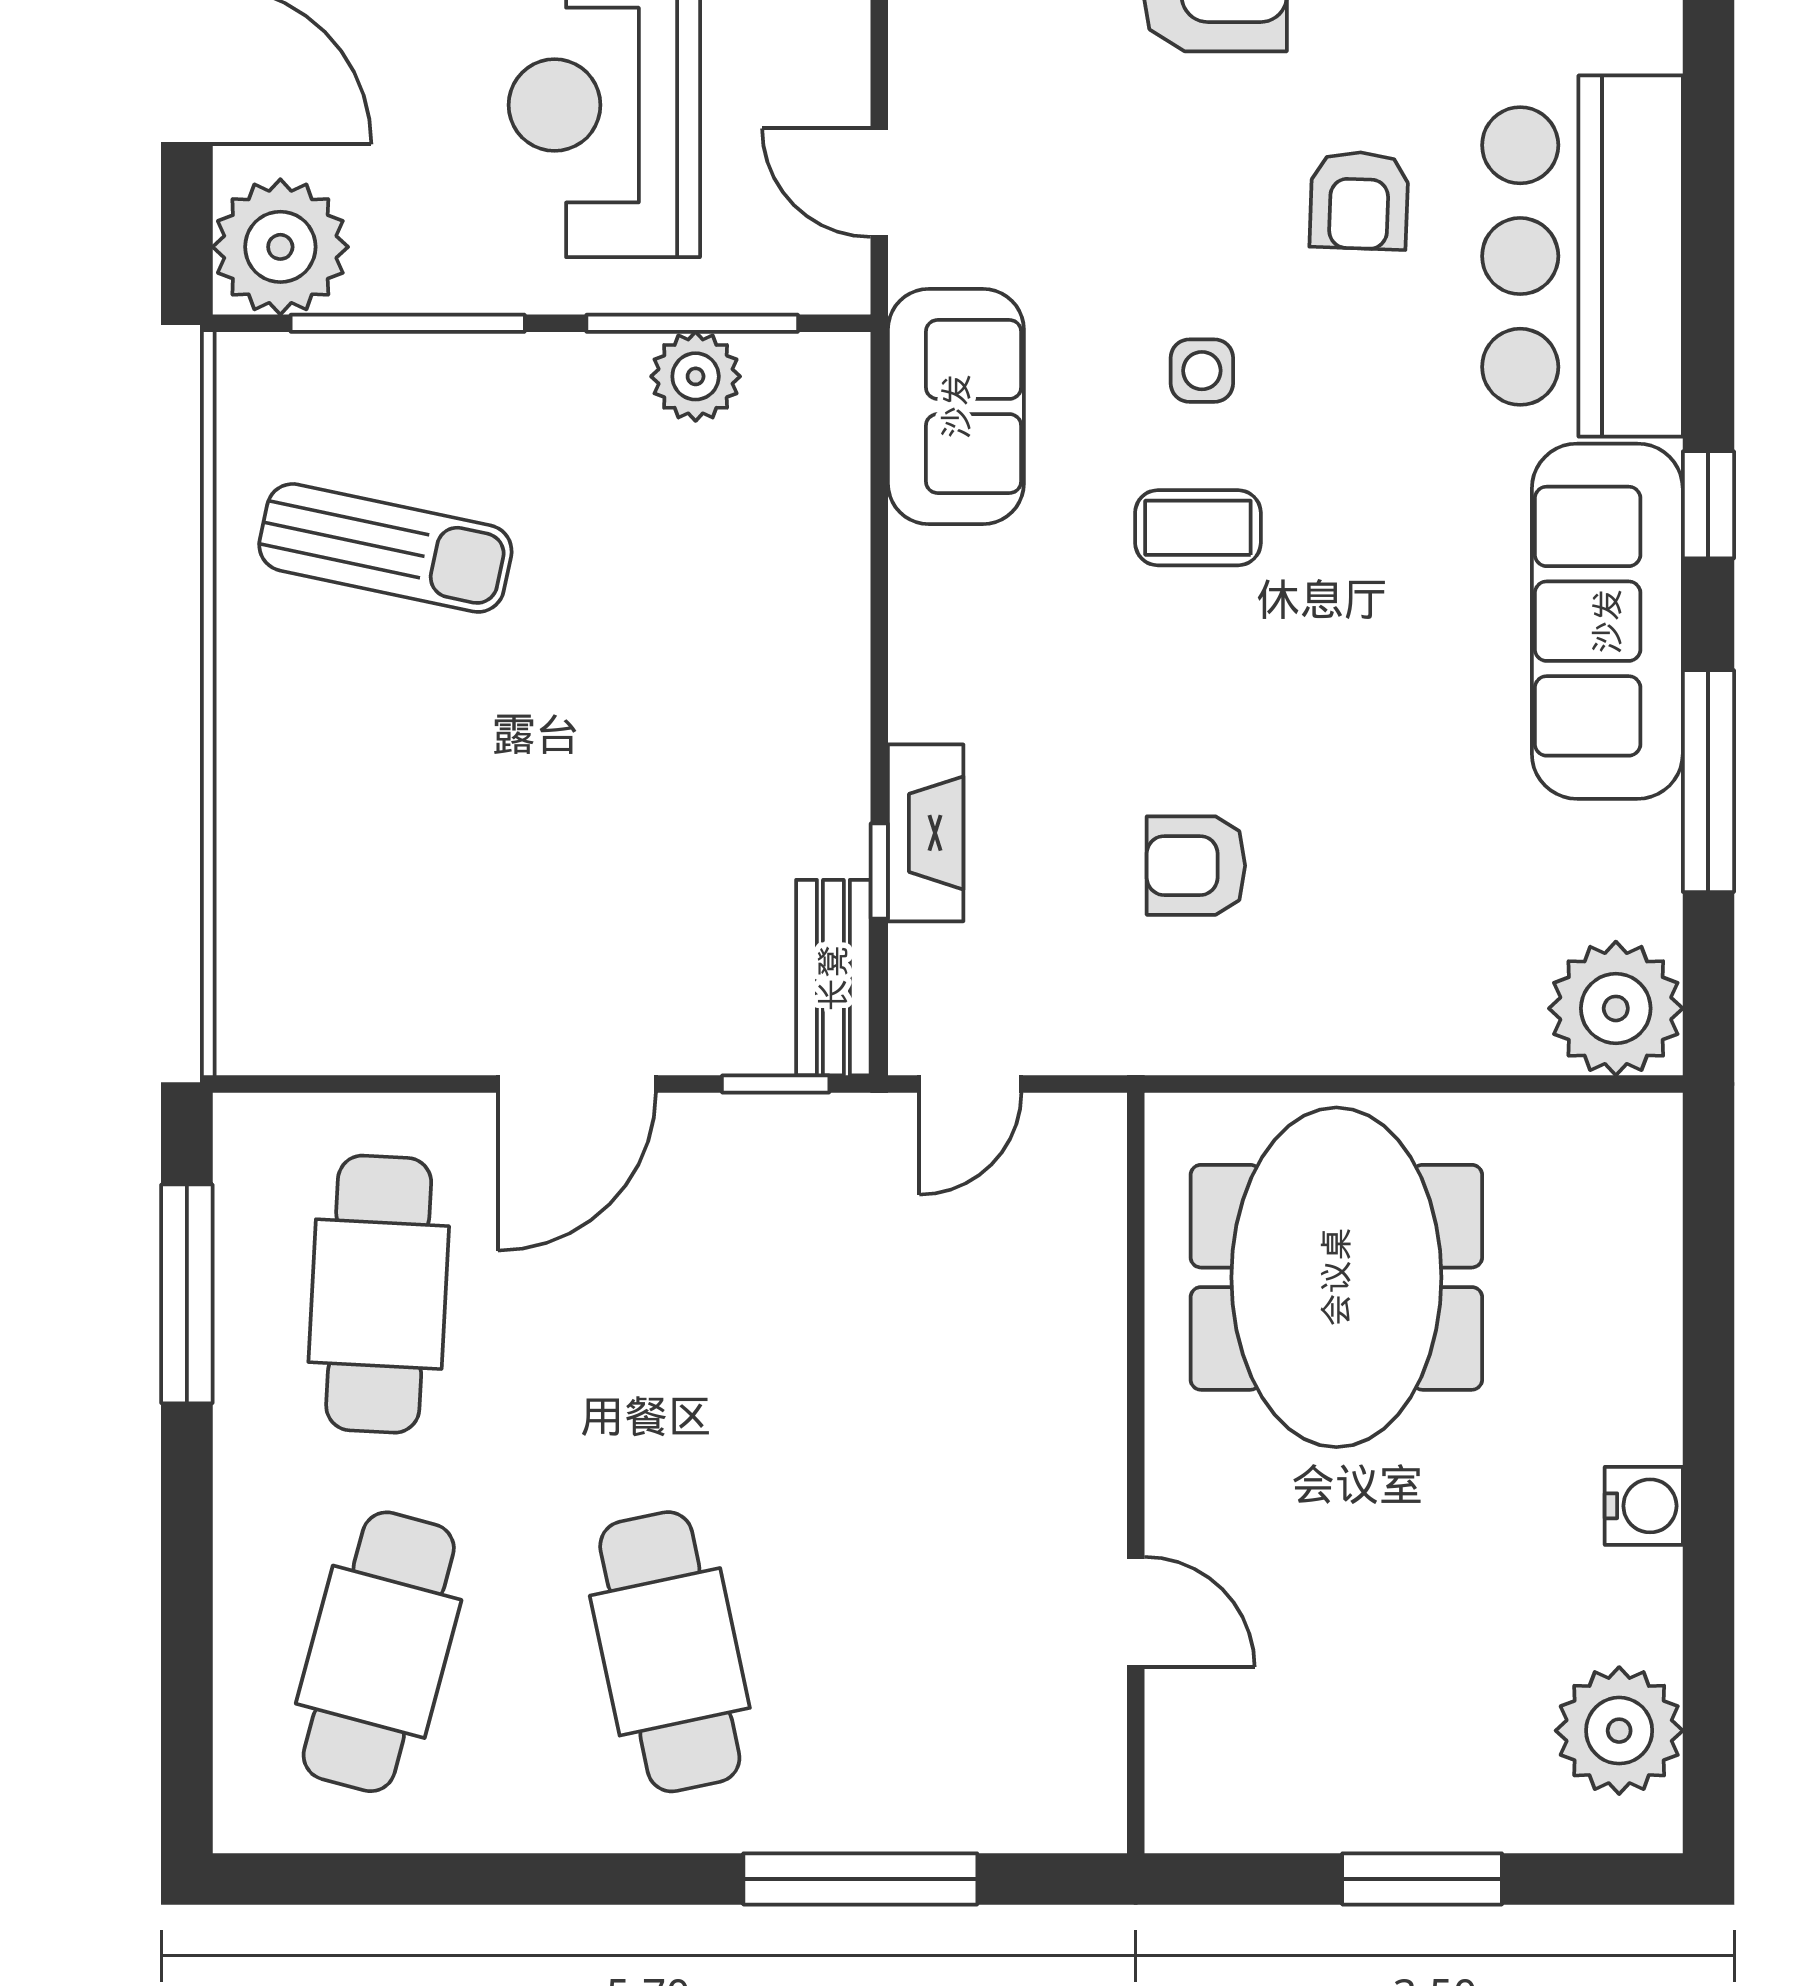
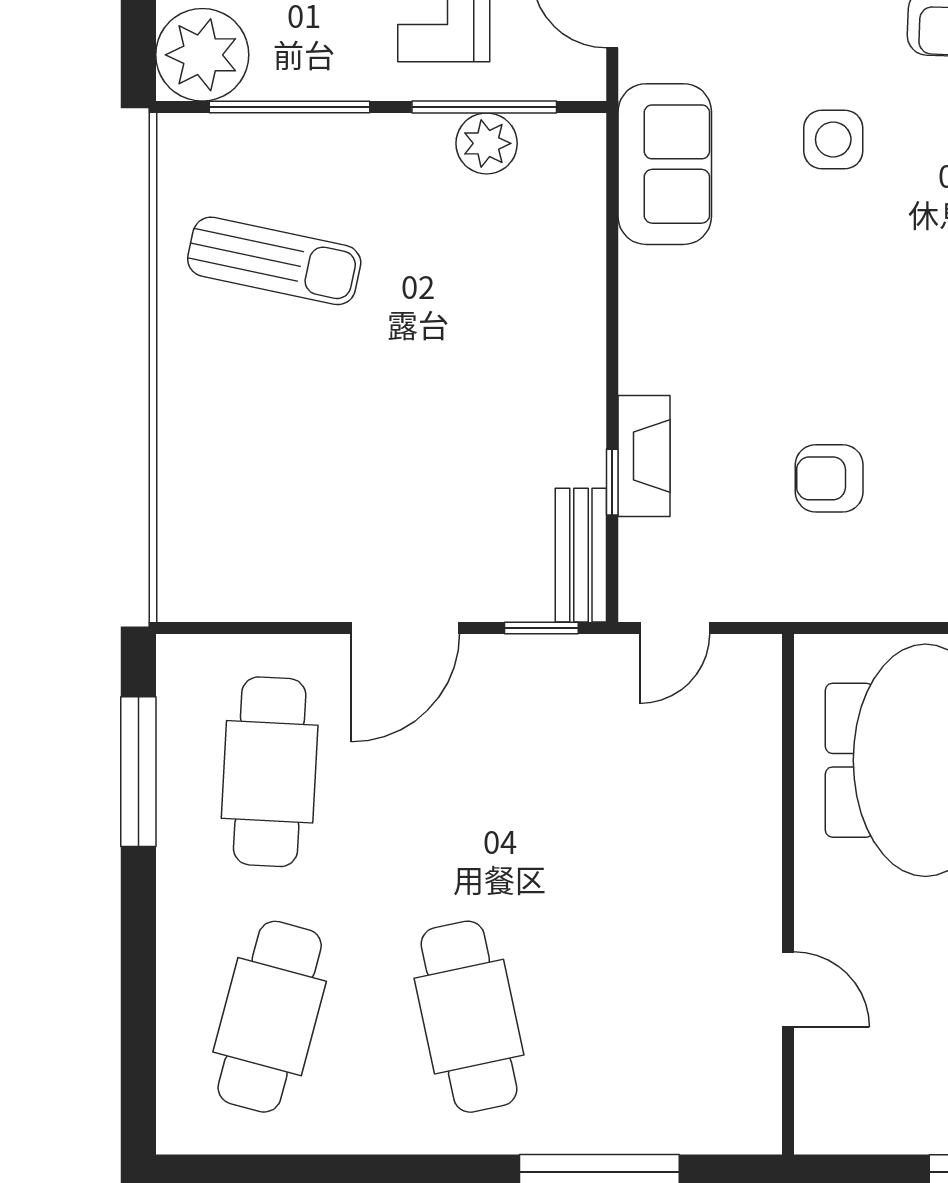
side table: (1202, 371) -> (833, 139), width x1.37, depth x1.37
coffee table: (1198, 528) -> (831, 247), removed

